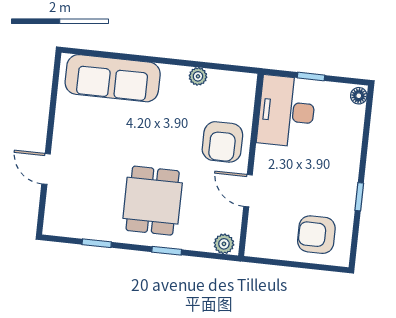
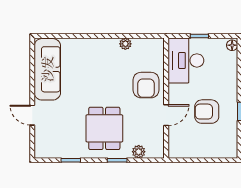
sofa: (113, 78) -> (47, 69), moved, turned -90
door: (248, 191) -> (166, 115), swing flipped
armchair: (316, 235) -> (207, 112), moved
plant: (224, 244) -> (139, 152), moved

